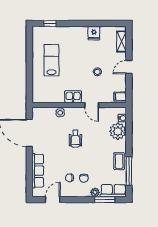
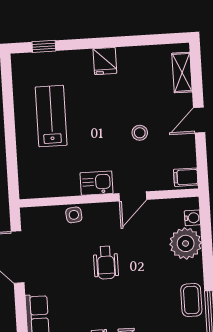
fridge: (94, 33) -> (105, 61), moved
door: (92, 105) -> (133, 196), hinge flipped

